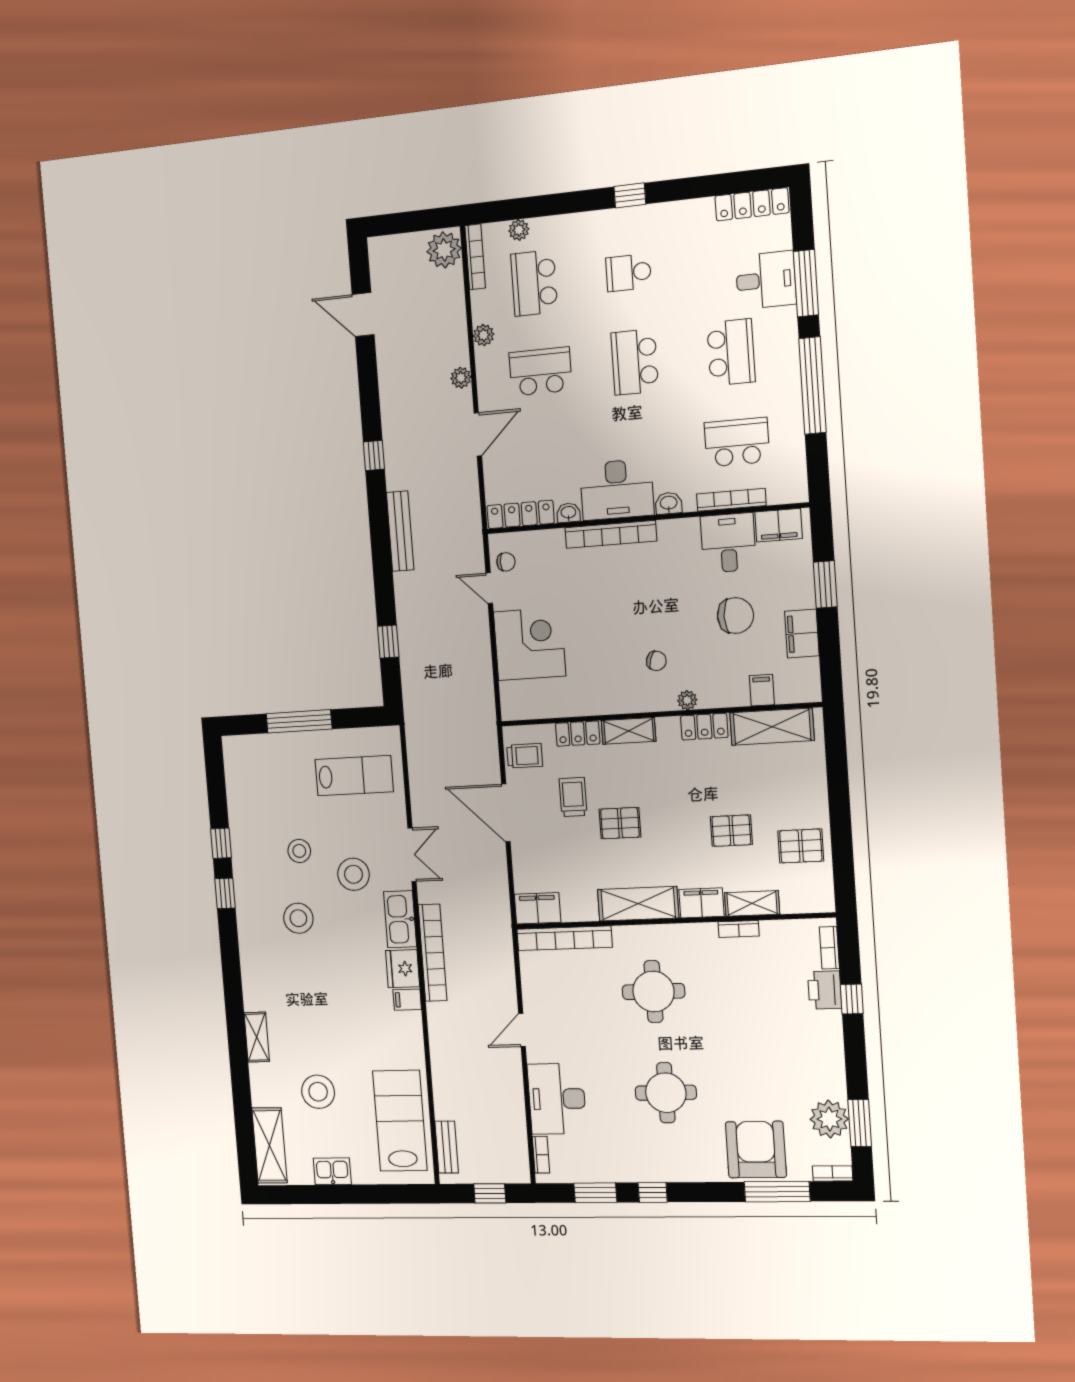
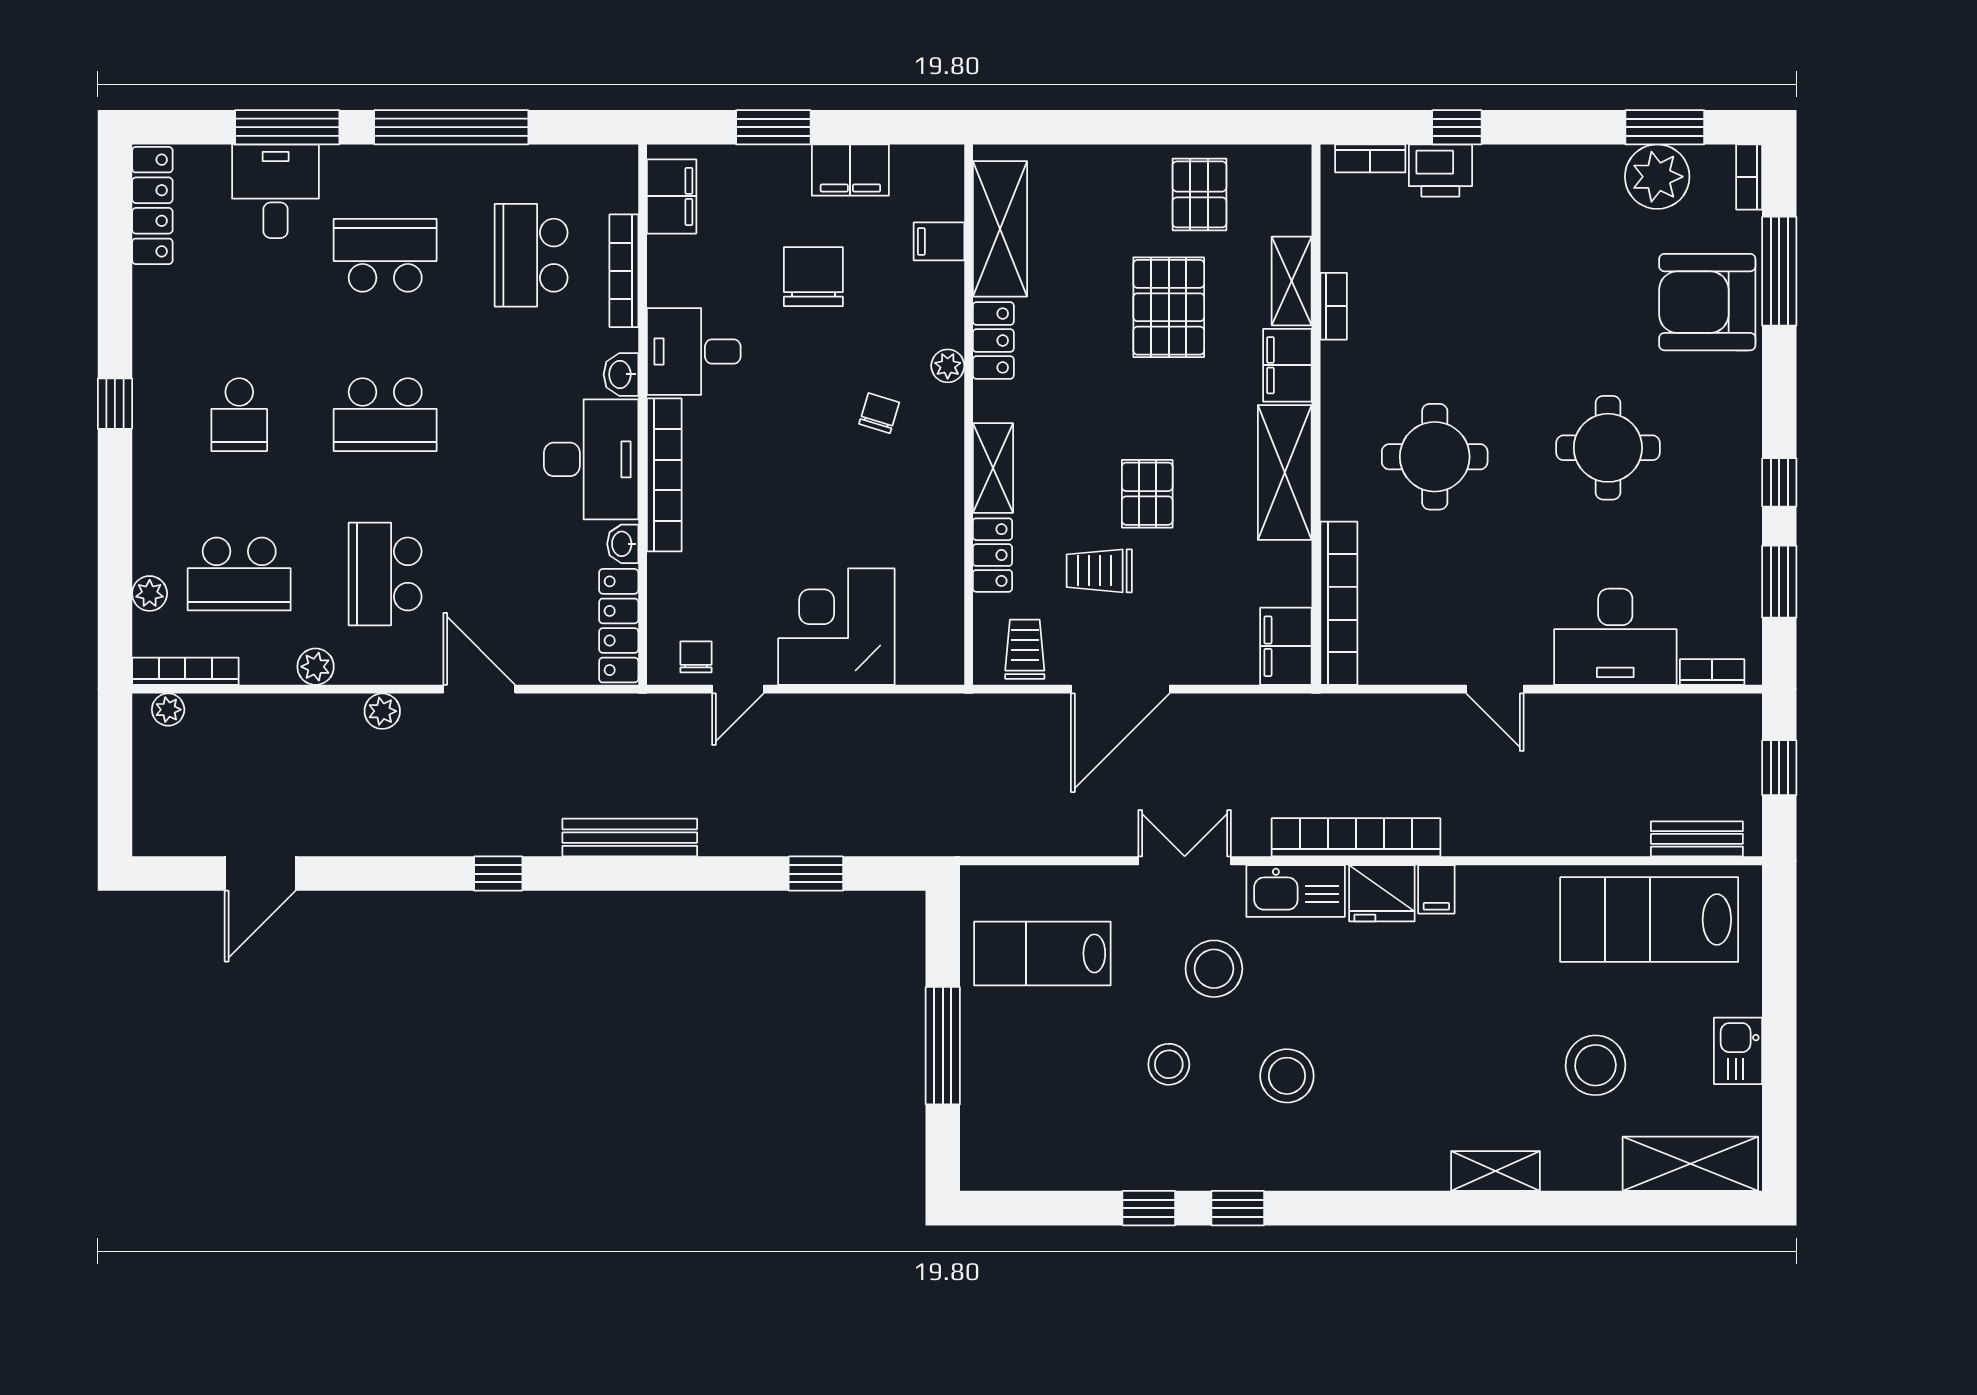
plant: (444, 250) -> (168, 710), width x0.53, depth x0.53
desk: (728, 543) -> (694, 352), moved
lab bench: (354, 776) -> (1042, 953), turned -90
pallet: (731, 831) -> (1169, 307), width x1.50, depth x1.42

